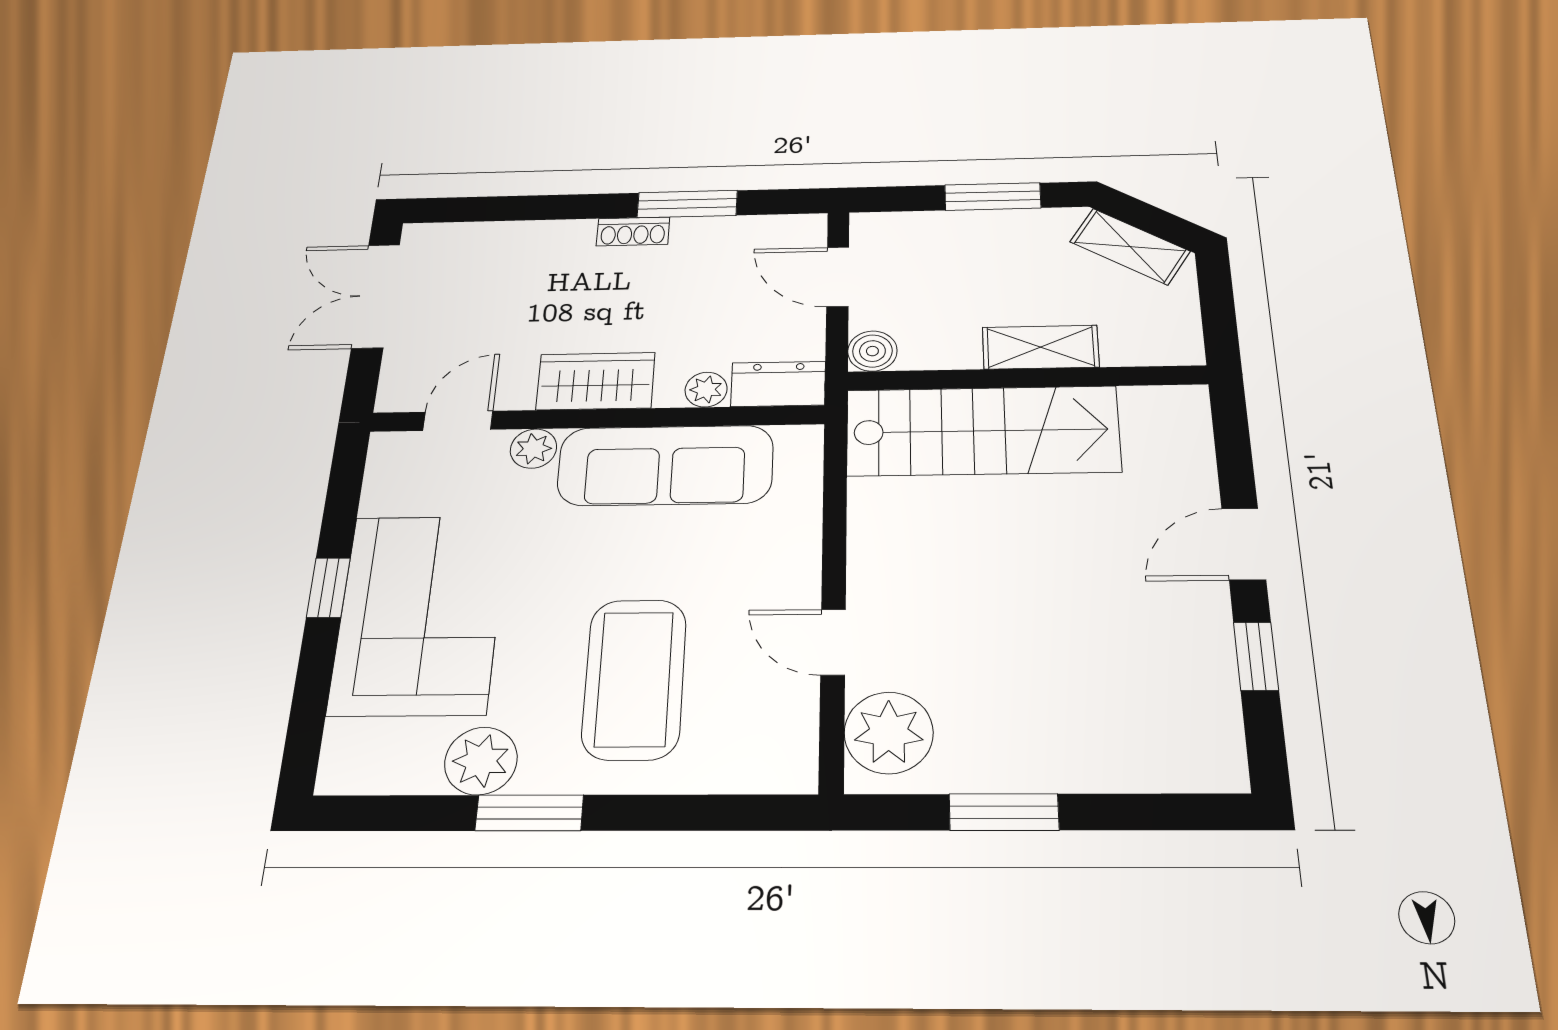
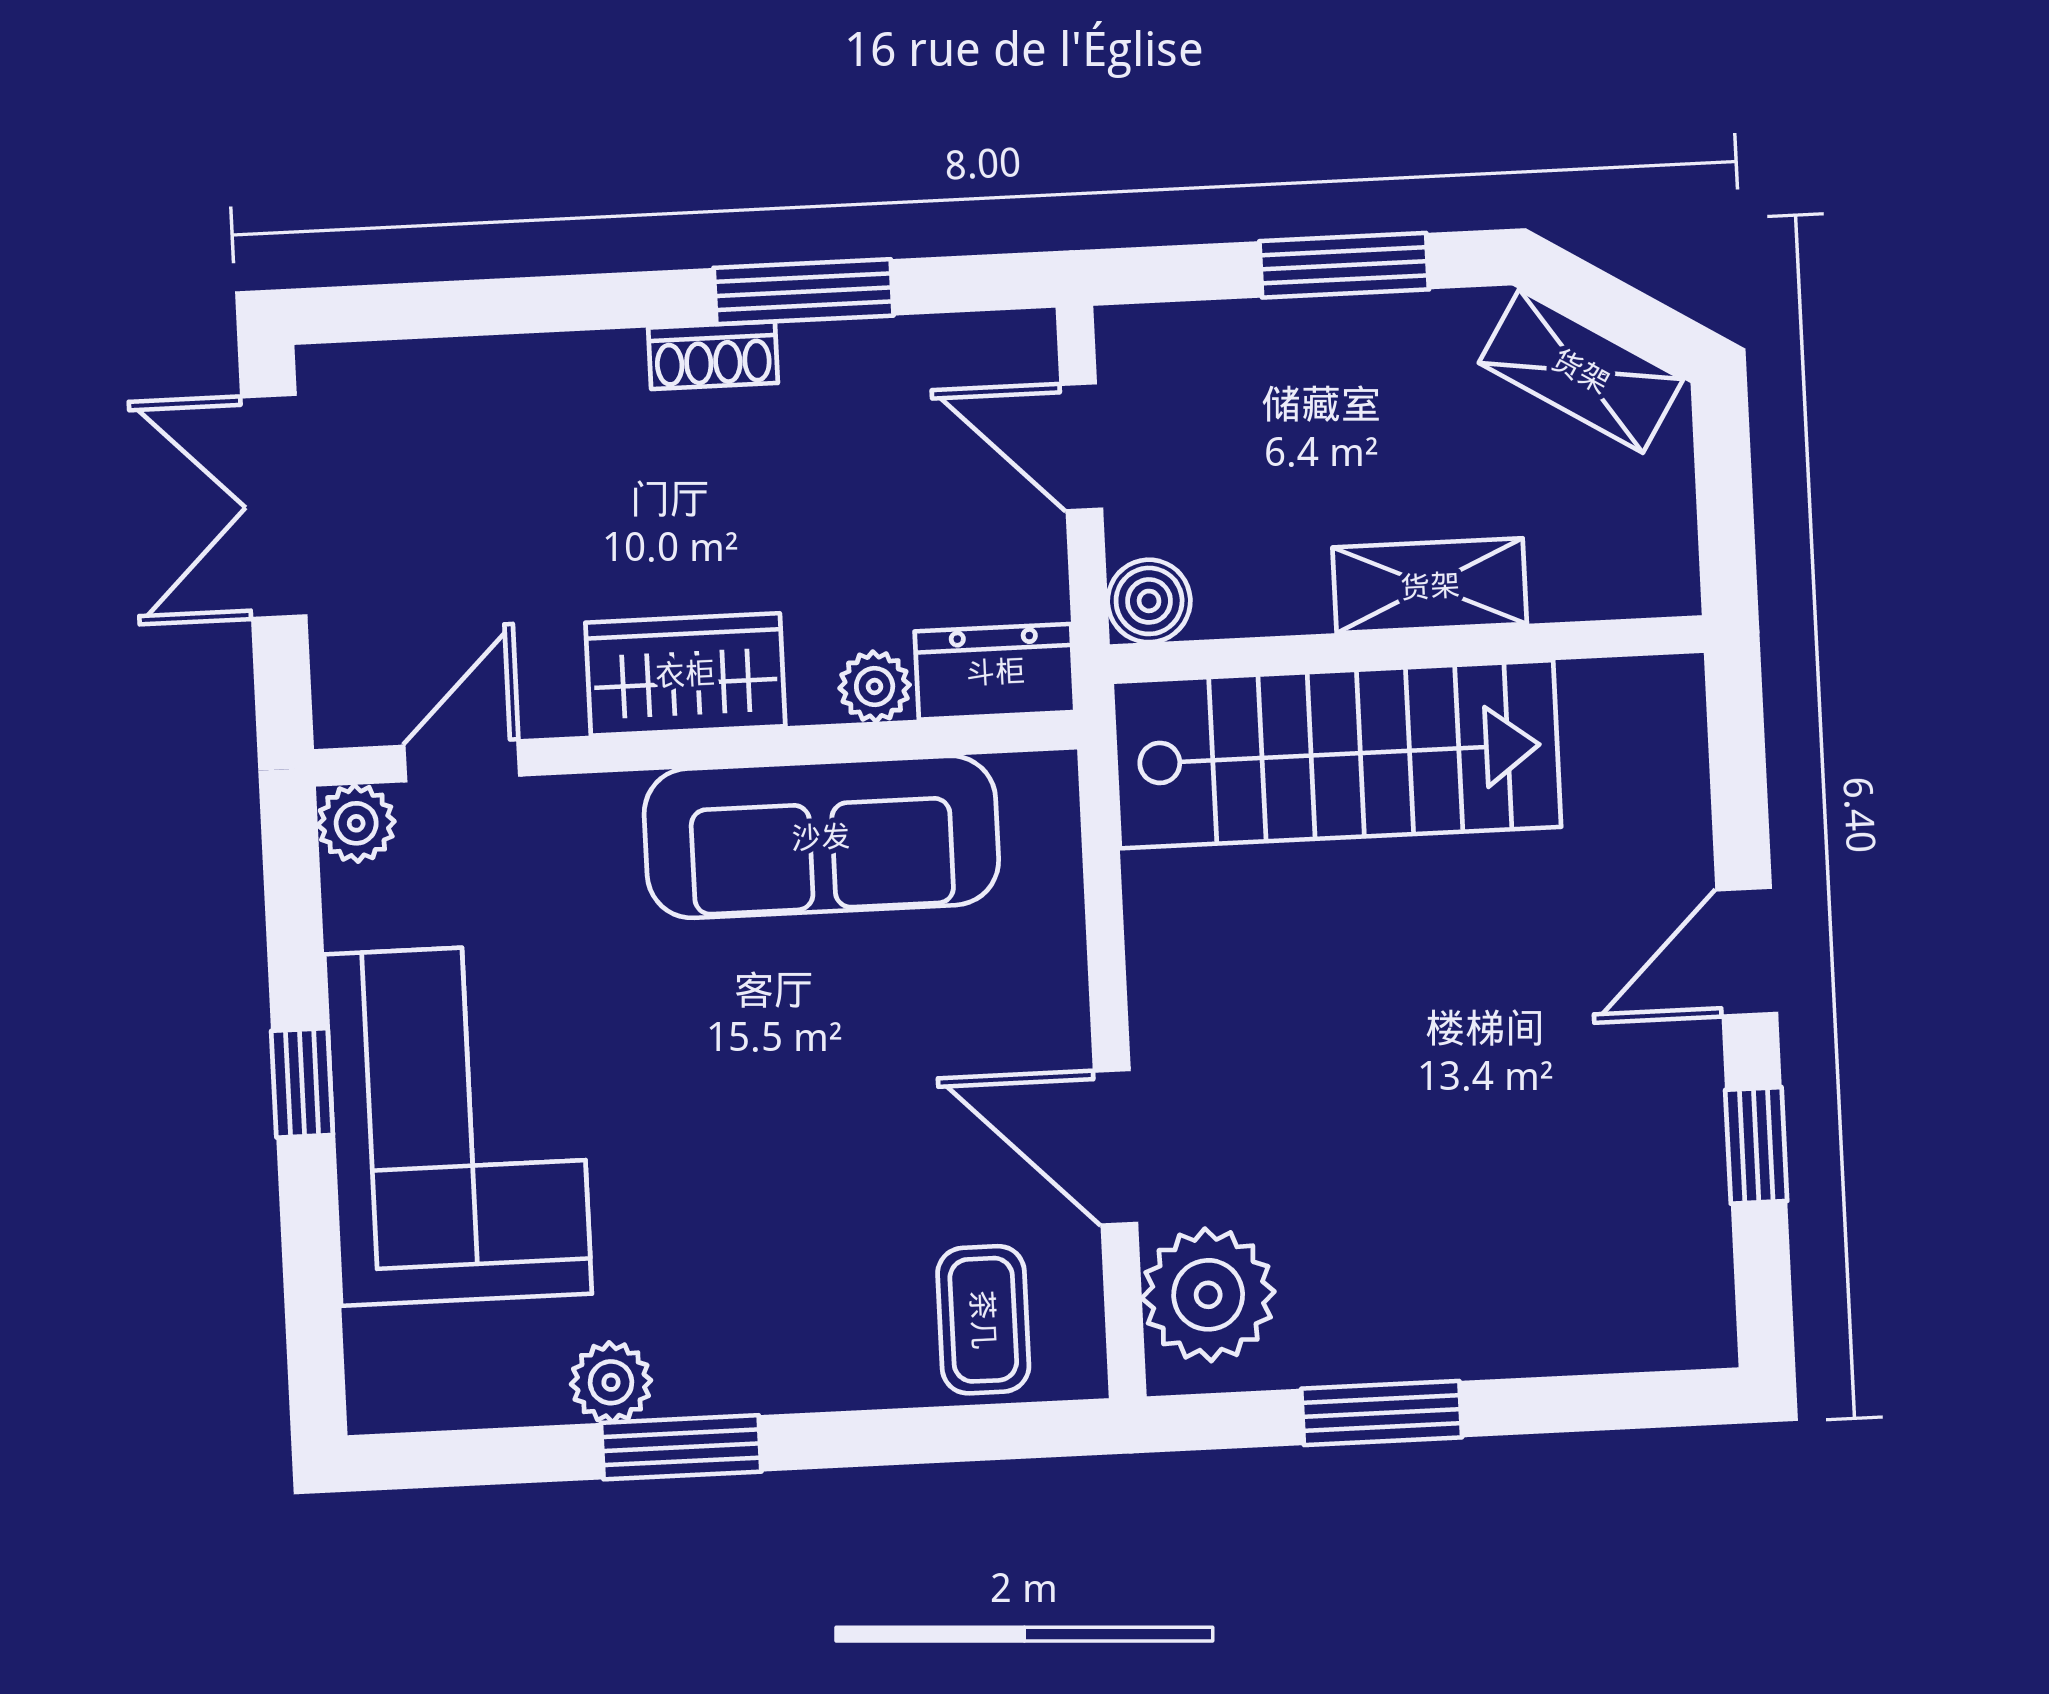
plant: (533, 449) -> (356, 823), moved
door: (833, 642) -> (1116, 1147), width x1.38
coffee table: (634, 679) -> (983, 1320), moved, width x0.54, depth x0.58
plant: (481, 761) -> (611, 1382), width x0.73, depth x0.73

